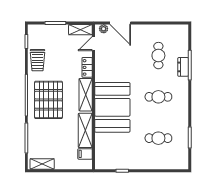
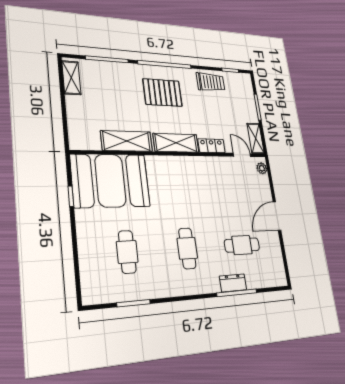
door: (120, 23) -> (277, 216), moved
trolley: (37, 60) -> (211, 82), turned 180
pallet: (48, 100) -> (163, 93), width x0.73, depth x0.71
booth: (112, 107) -> (110, 181), moved
filing cabinet: (85, 154) -> (92, 140), removed

